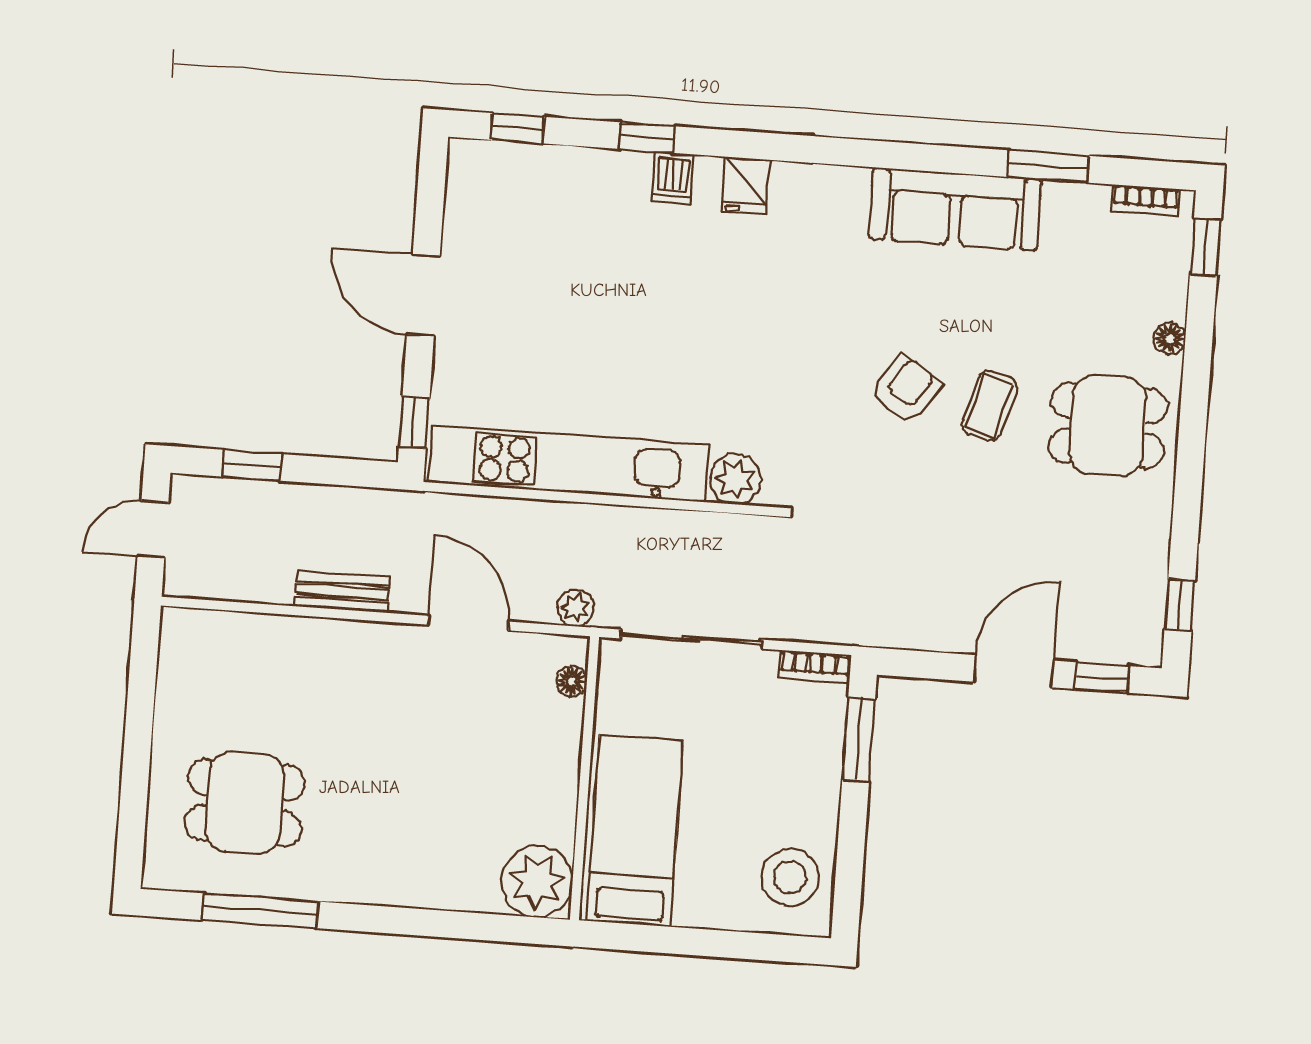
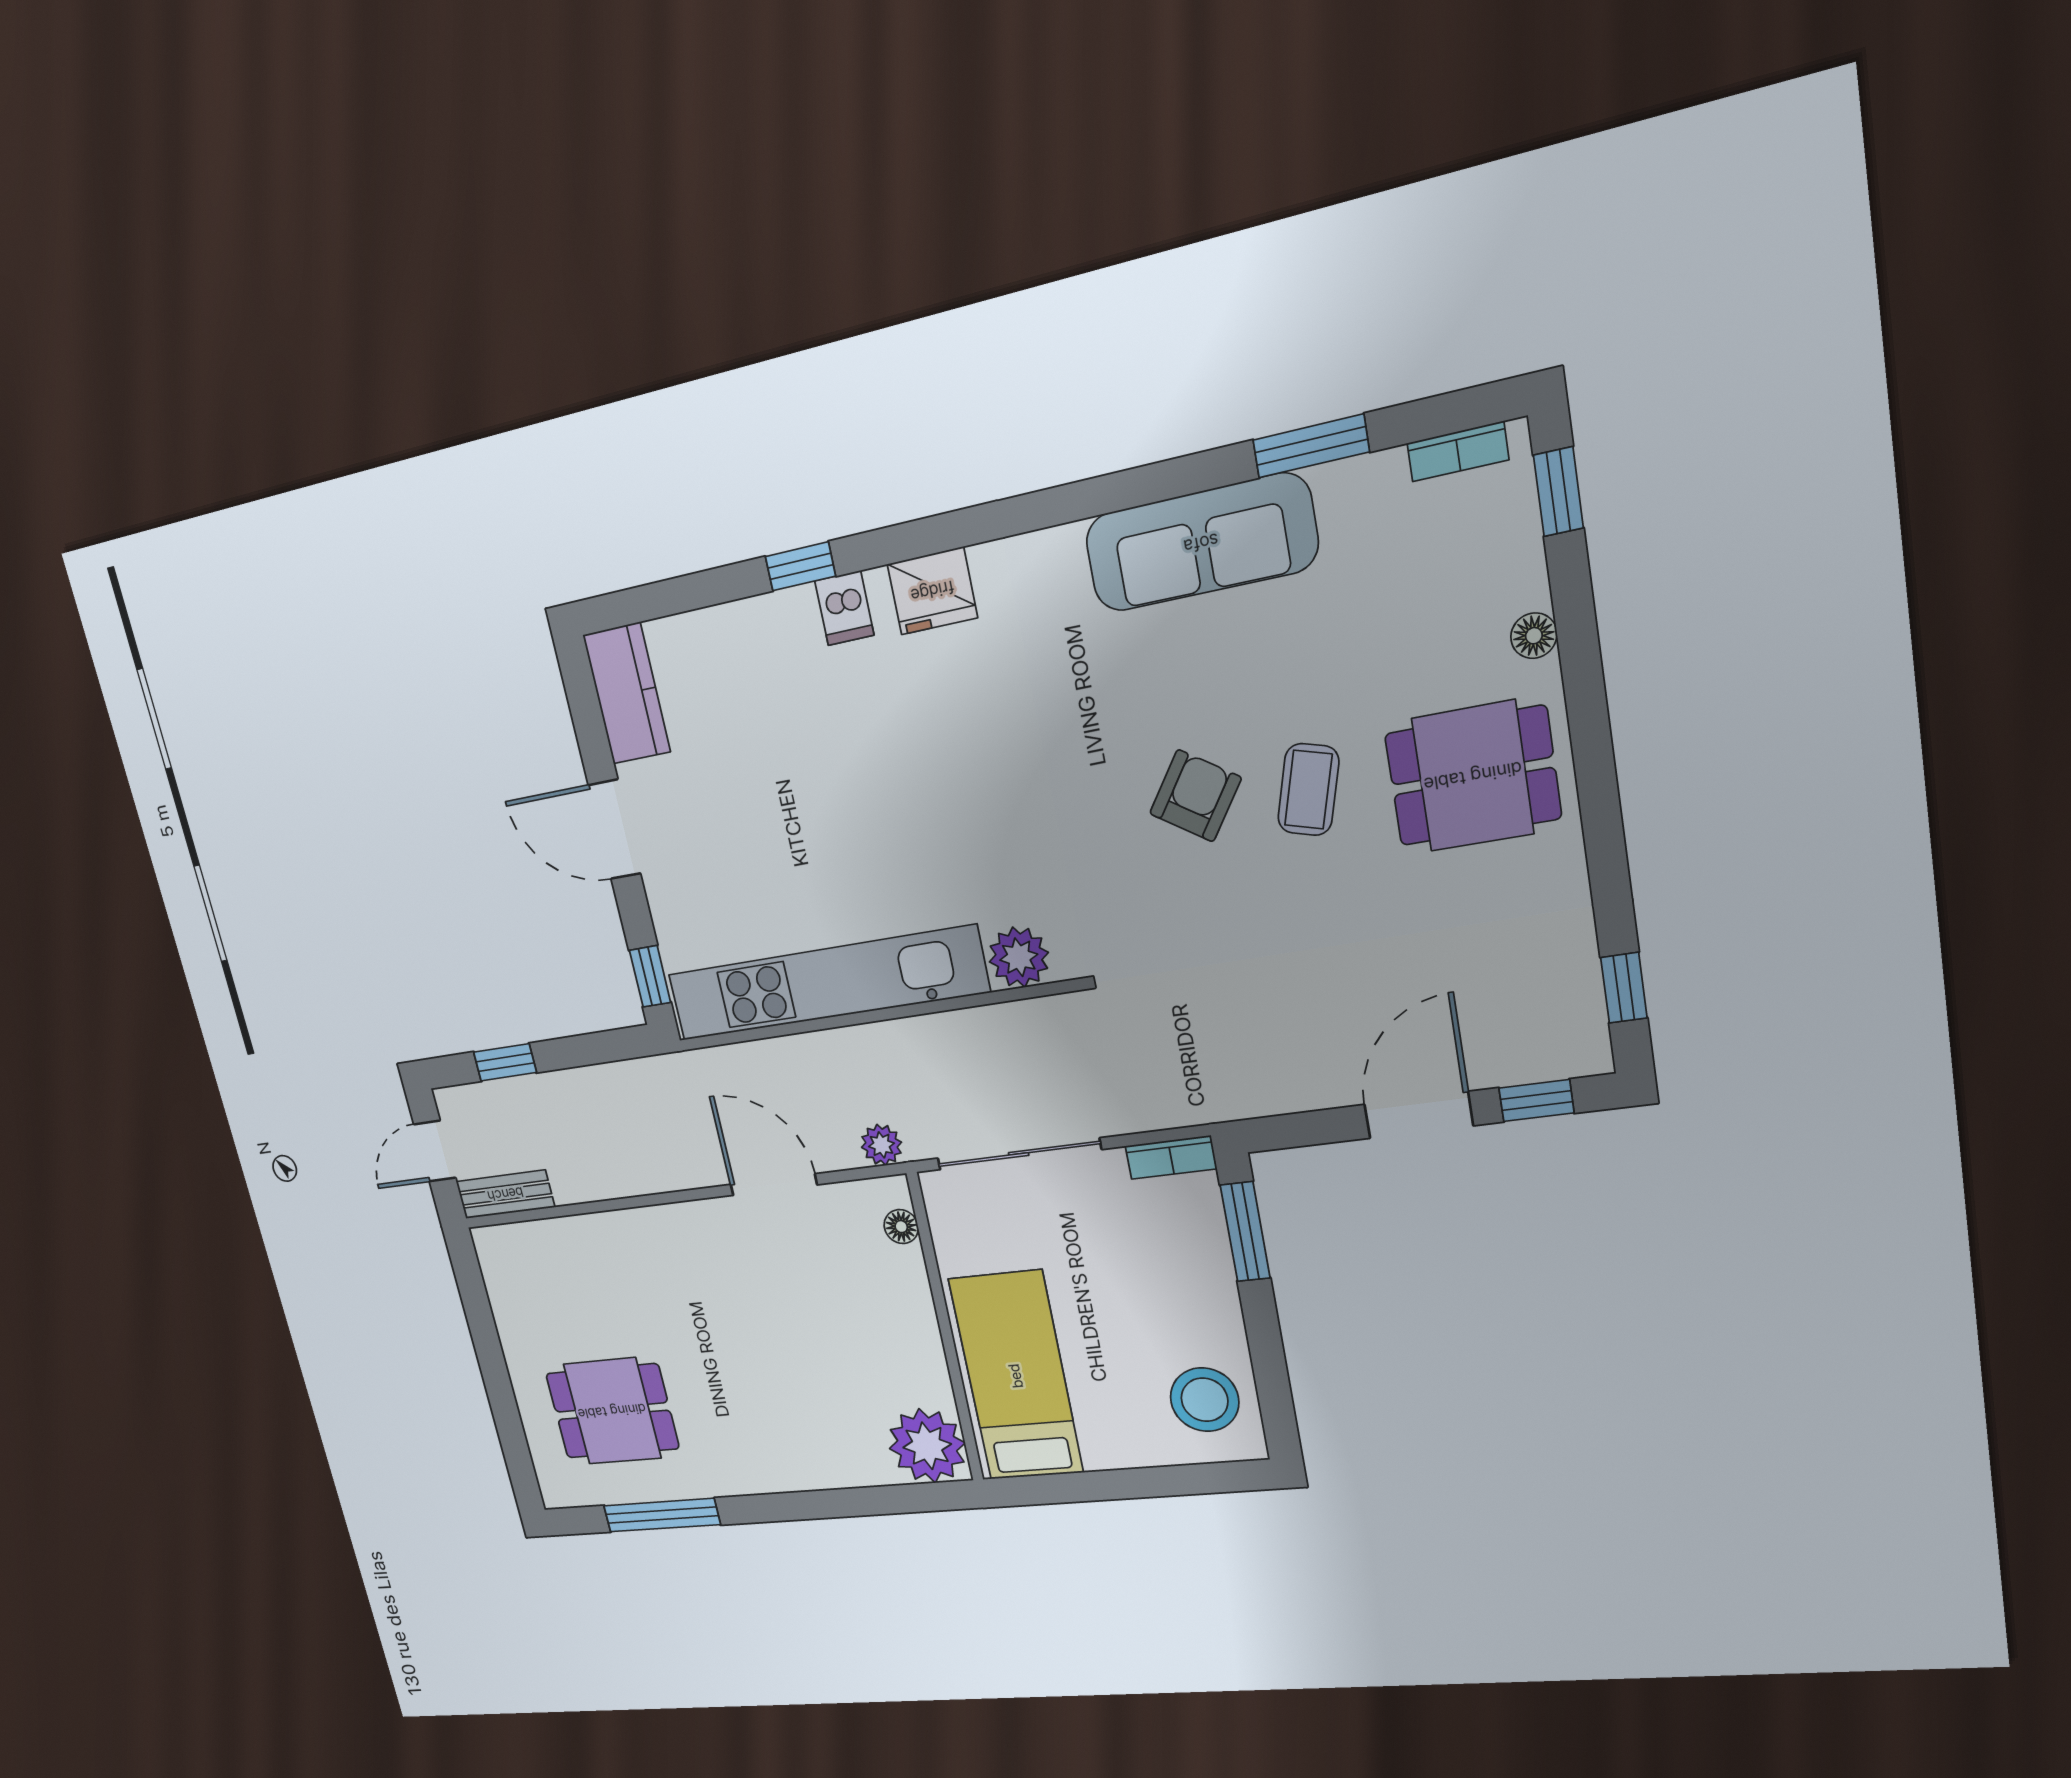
window: (518, 128) -> (653, 601), removed
fridge: (746, 185) -> (932, 591), width x1.38
kitchen counter: (471, 192) -> (627, 693), added
bench: (342, 592) -> (505, 1194), moved

